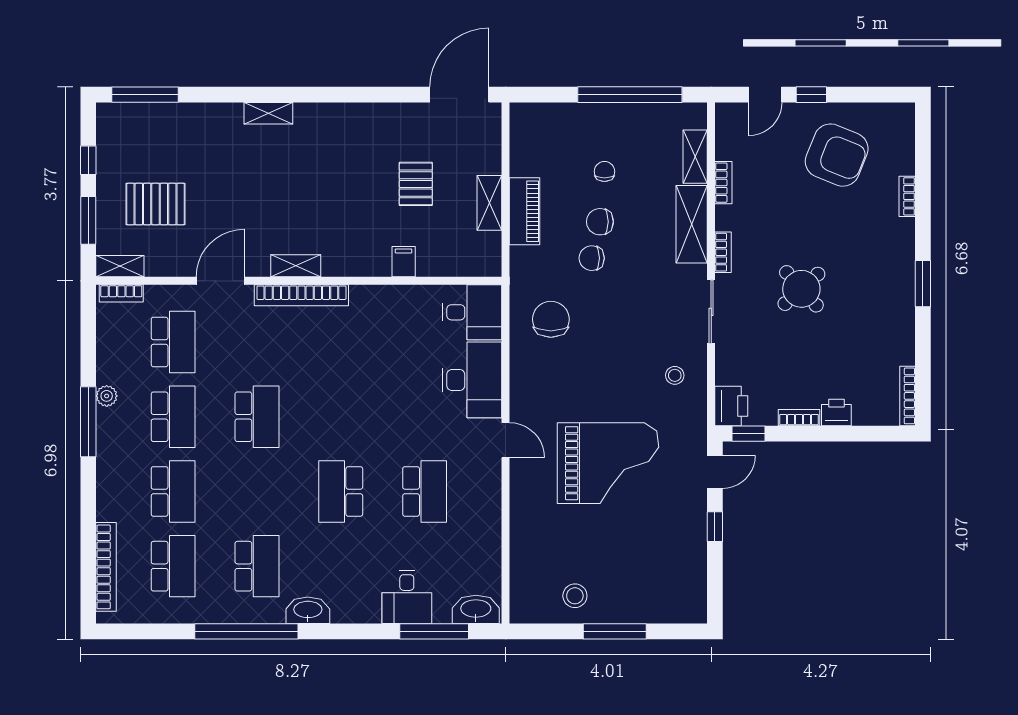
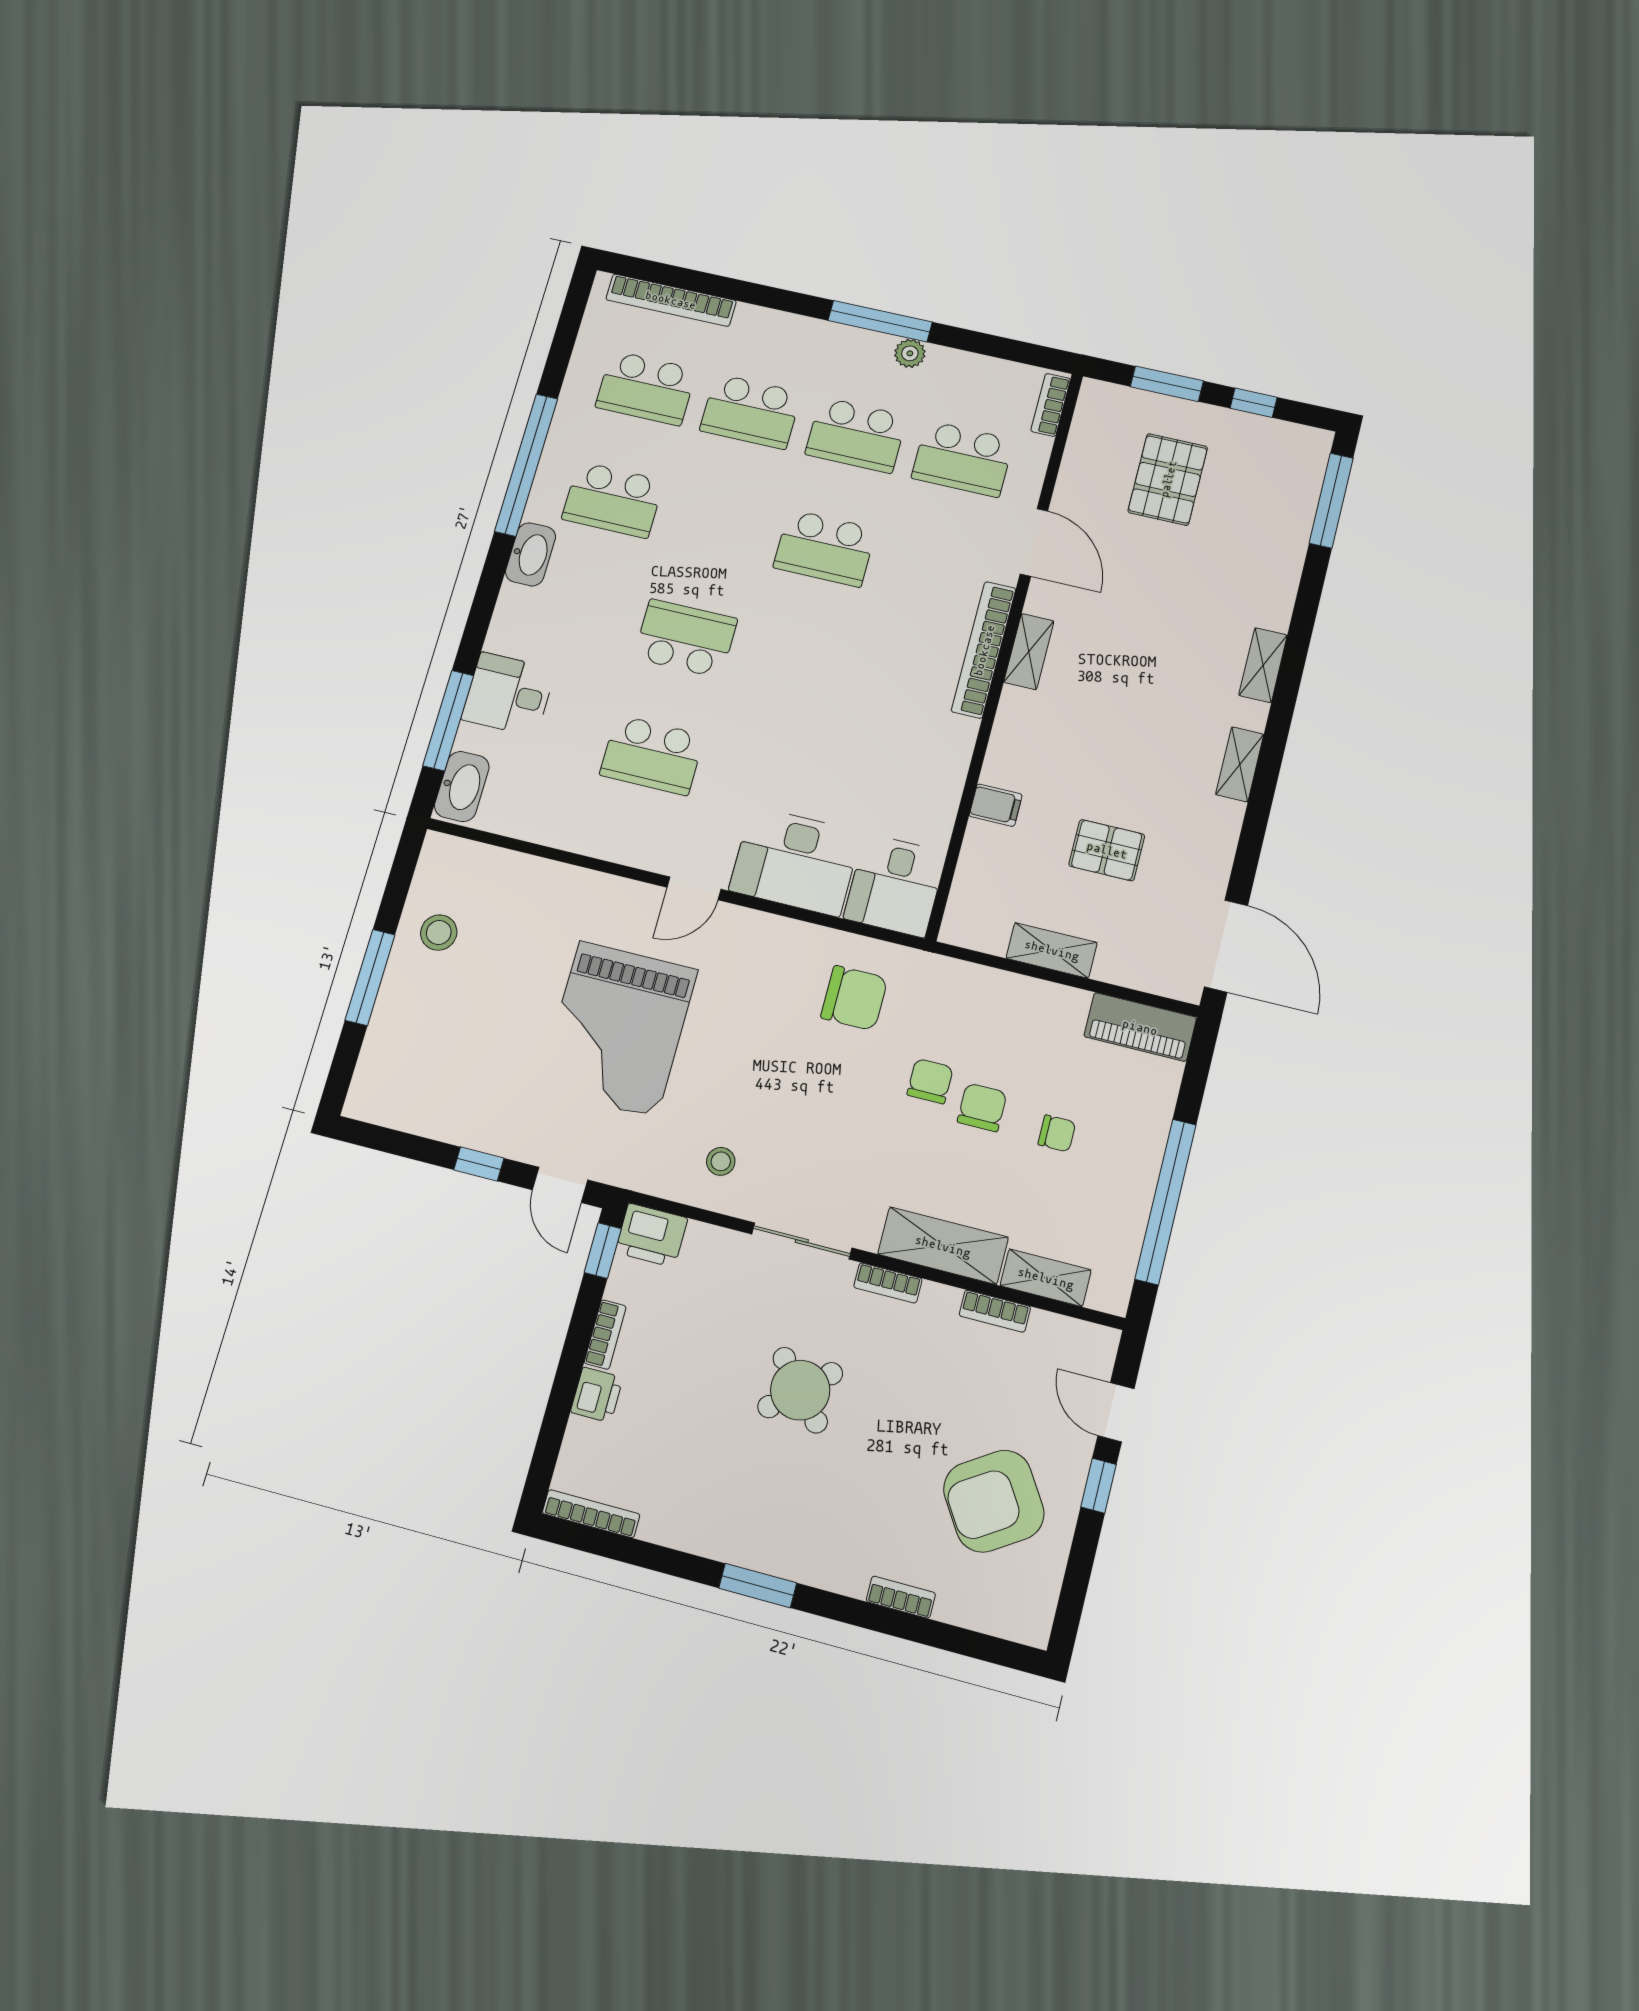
armchair: (837, 155) -> (994, 1501), turned 35
piano: (524, 211) -> (1140, 1027), moved
shelving: (120, 266) -> (1240, 764), moved

